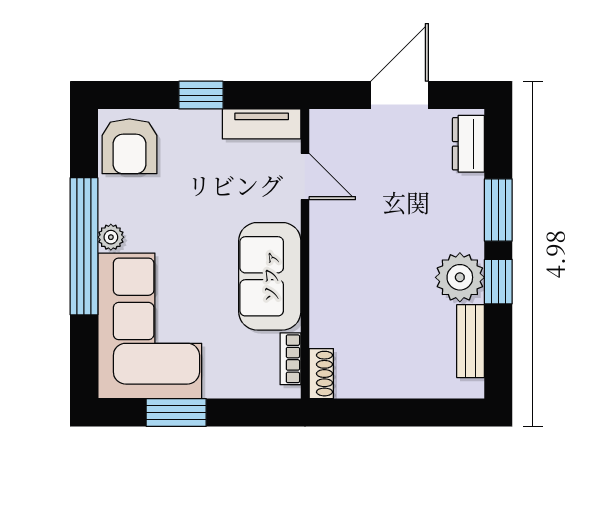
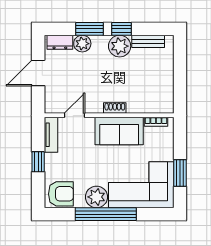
door: (400, 95) -> (38, 73), hinge flipped
plant: (466, 194) -> (82, 44), added
plant: (111, 237) -> (96, 197), width x1.88, depth x1.88
shoe rack: (321, 374) -> (115, 108), moved

